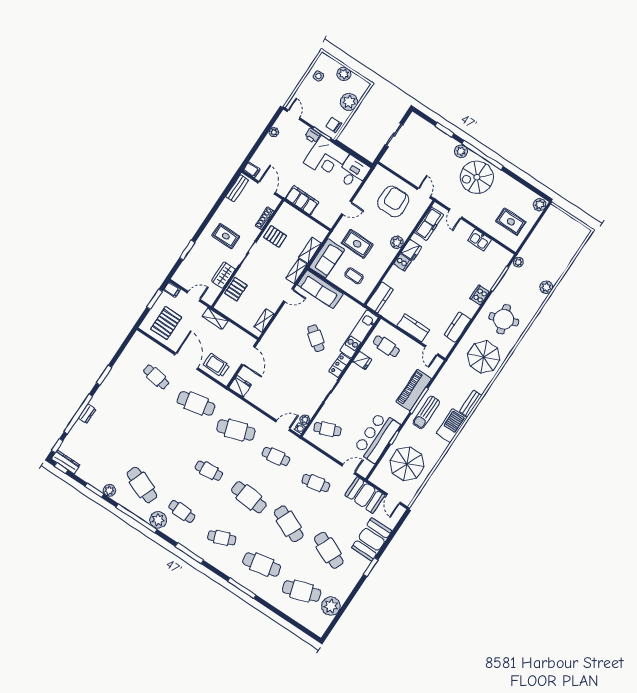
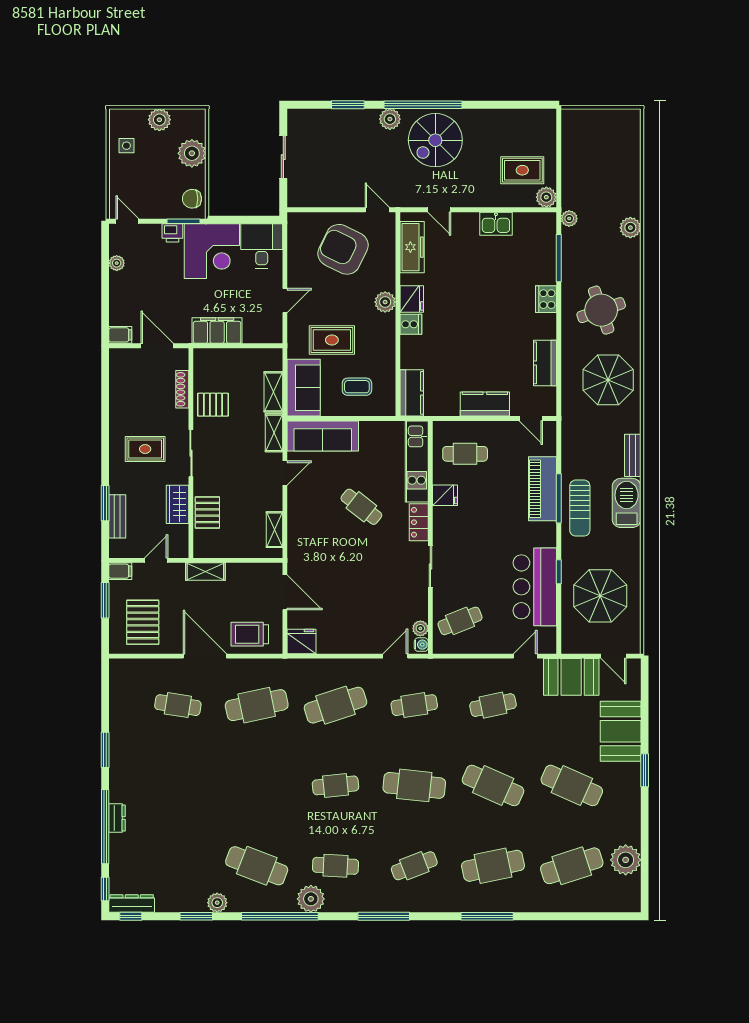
bench: (237, 188) -> (117, 516), moved
armchair: (393, 202) -> (343, 249), turned -63
plant: (540, 205) -> (546, 197), moved

